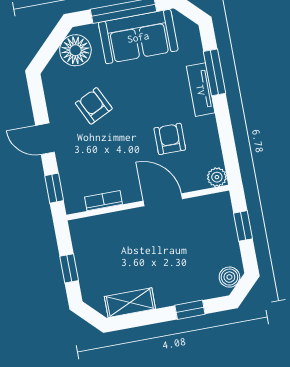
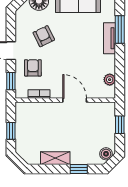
armchair: (170, 139) -> (33, 68), moved
plant: (217, 177) -> (110, 80), moved
shelving: (130, 303) -> (55, 158), moved

